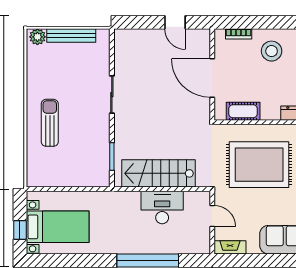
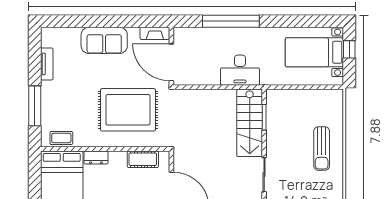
stairs: (159, 173) -> (250, 123), moved, turned 90
desk: (162, 207) -> (240, 70), moved
door: (212, 216) -> (171, 62), width x1.87

